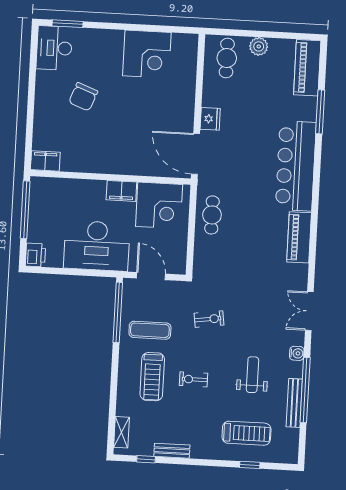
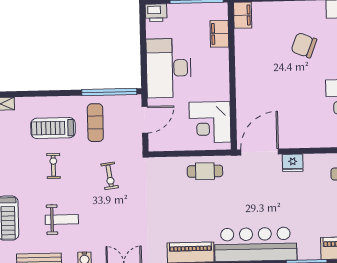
filing cabinet: (121, 191) -> (219, 34), moved

